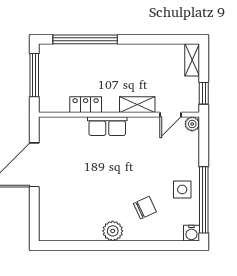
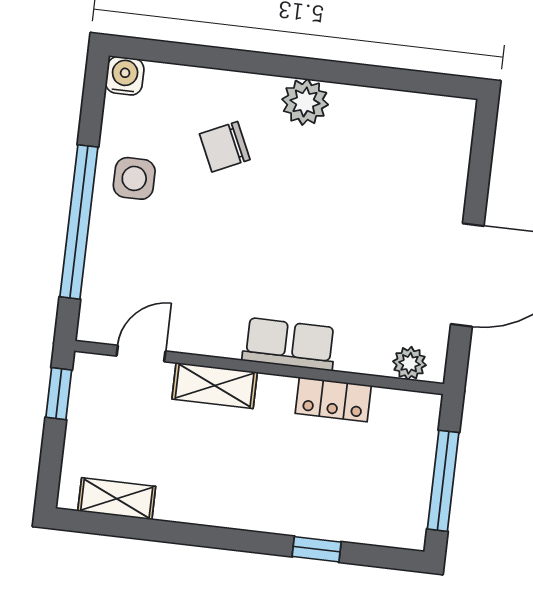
window: (85, 39) -> (317, 549), width x0.32
shelving: (192, 60) -> (117, 499), moved, turned 90
plant: (192, 124) -> (410, 363), moved
window: (204, 200) -> (79, 222), moved

